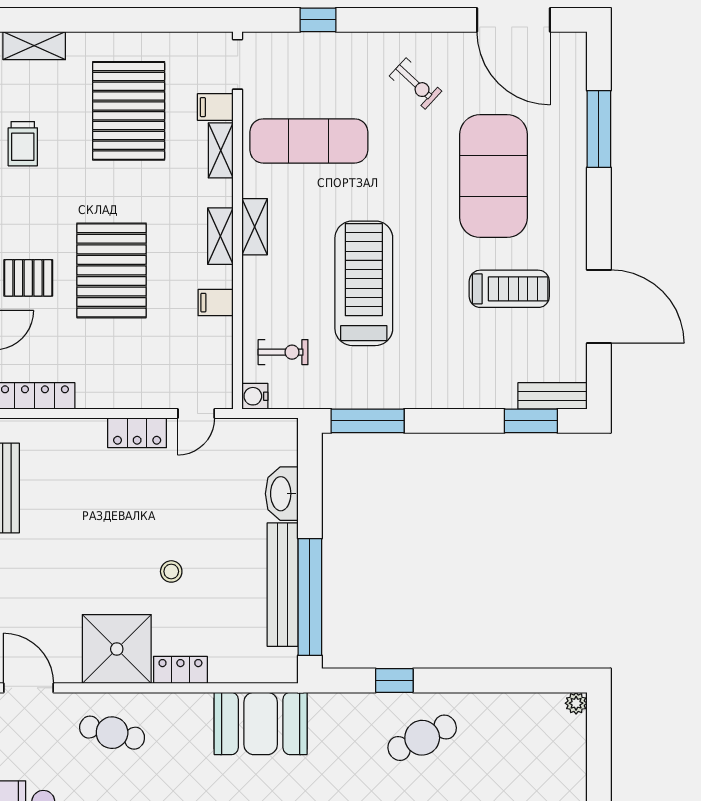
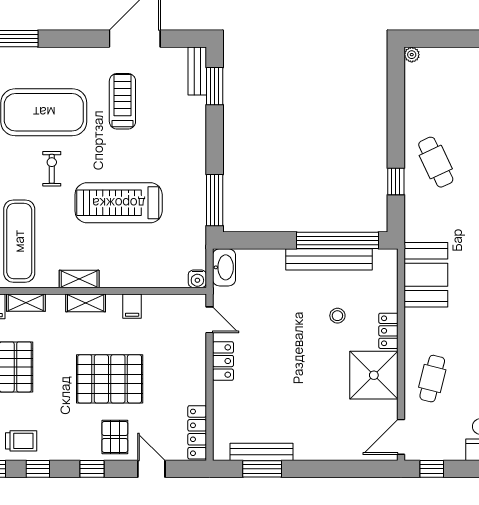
exercise bike: (283, 352) -> (52, 169), moved
washbasin: (282, 494) -> (224, 267), moved, turned -90
stool: (171, 571) -> (337, 316), moved

